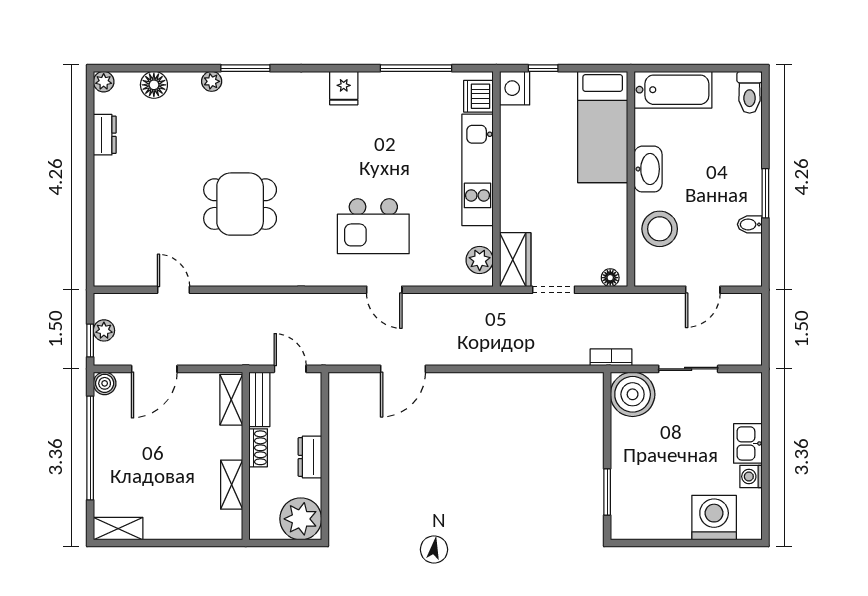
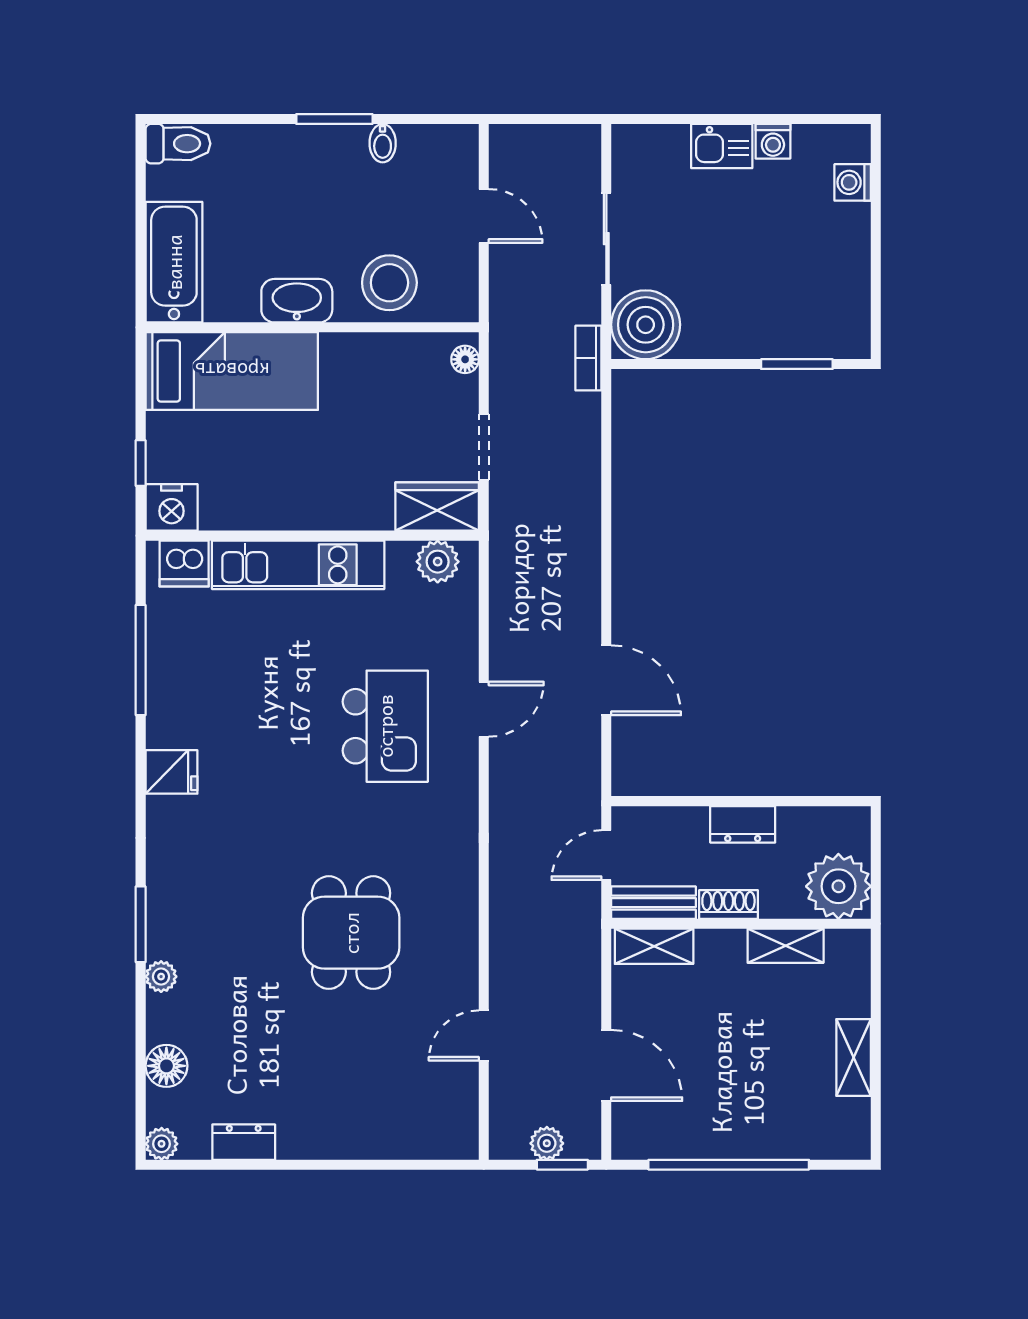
boiler: (105, 383) -> (629, 1142), removed
washing machine: (714, 518) -> (853, 182), width x0.53, depth x0.53
plant: (301, 519) -> (838, 886), moved
shelving: (118, 529) -> (854, 1057), moved

